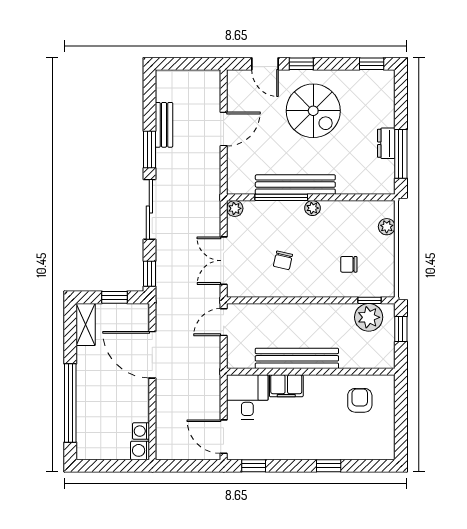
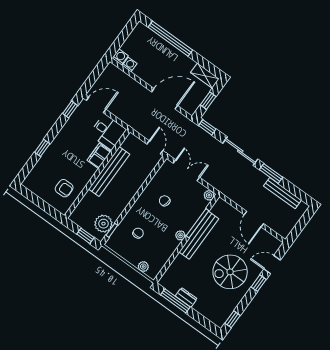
bench: (164, 125) -> (282, 193), width x1.36

